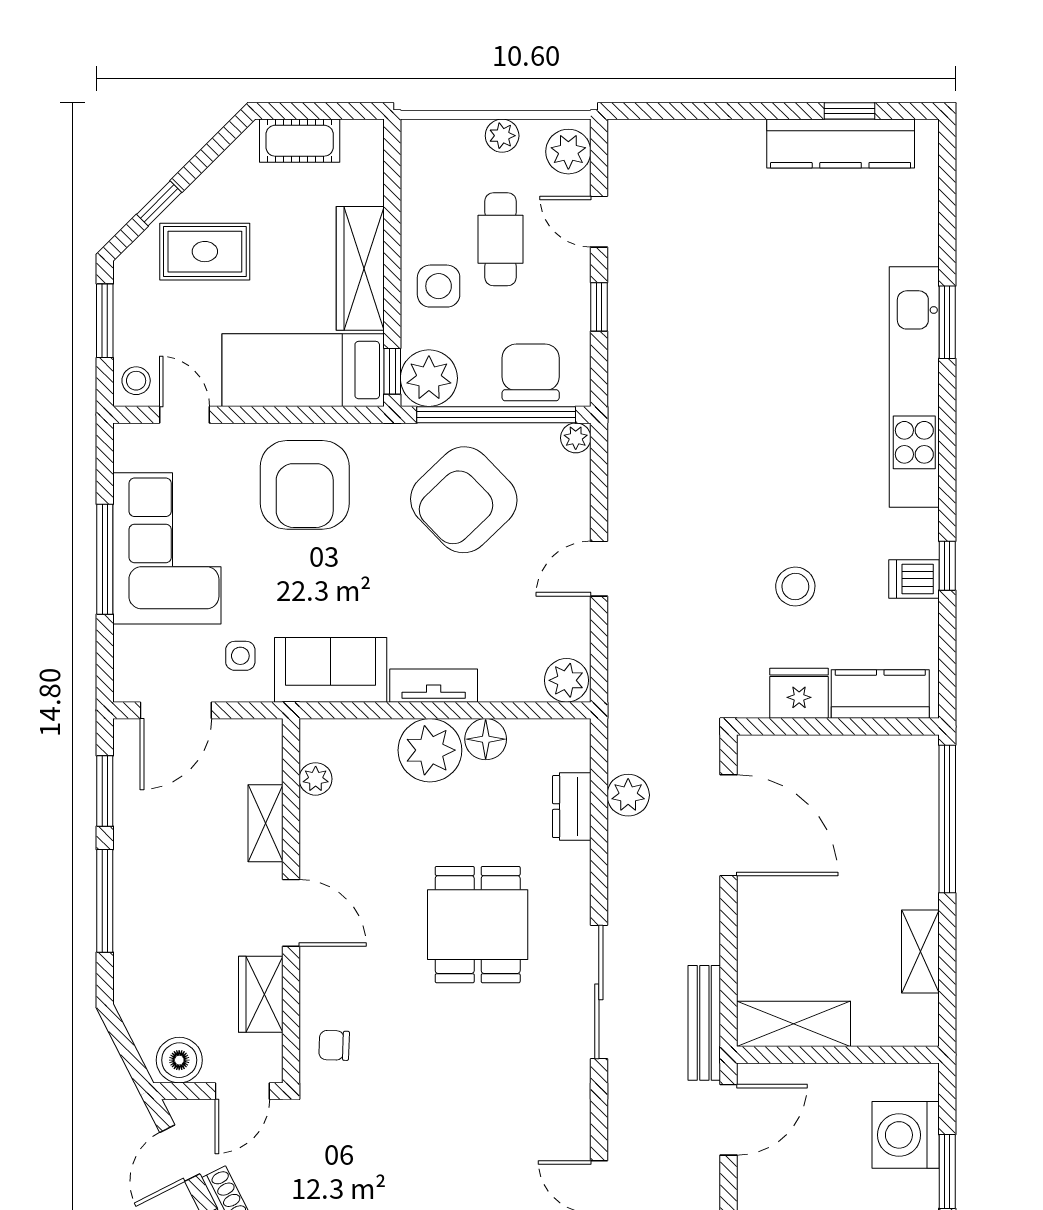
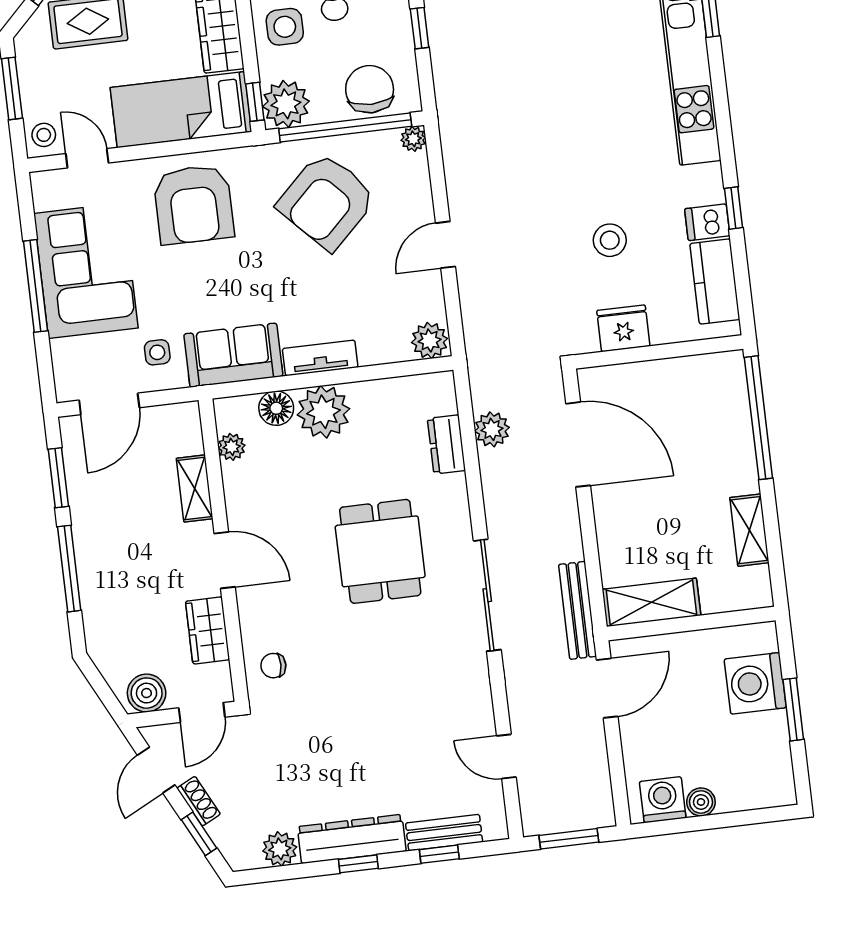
kitchen counter: (880, 694) -> (715, 281), moved, turned -90
floor lamp: (486, 739) -> (276, 408), moved

